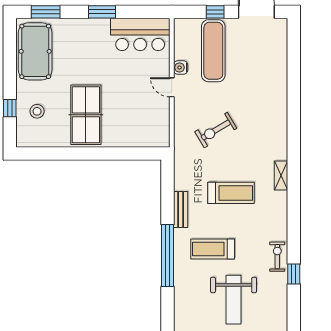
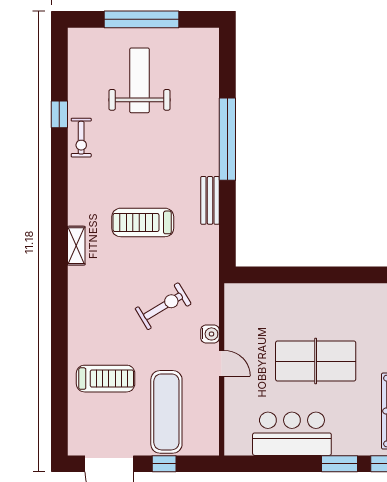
window: (102, 12) -> (339, 464), moved
bar counter: (140, 34) -> (292, 434), moved
water cooler: (181, 68) -> (210, 334), moved
table tennis table: (86, 115) -> (316, 361), moved, turned 90
treadmill: (213, 249) -> (106, 379), moved

